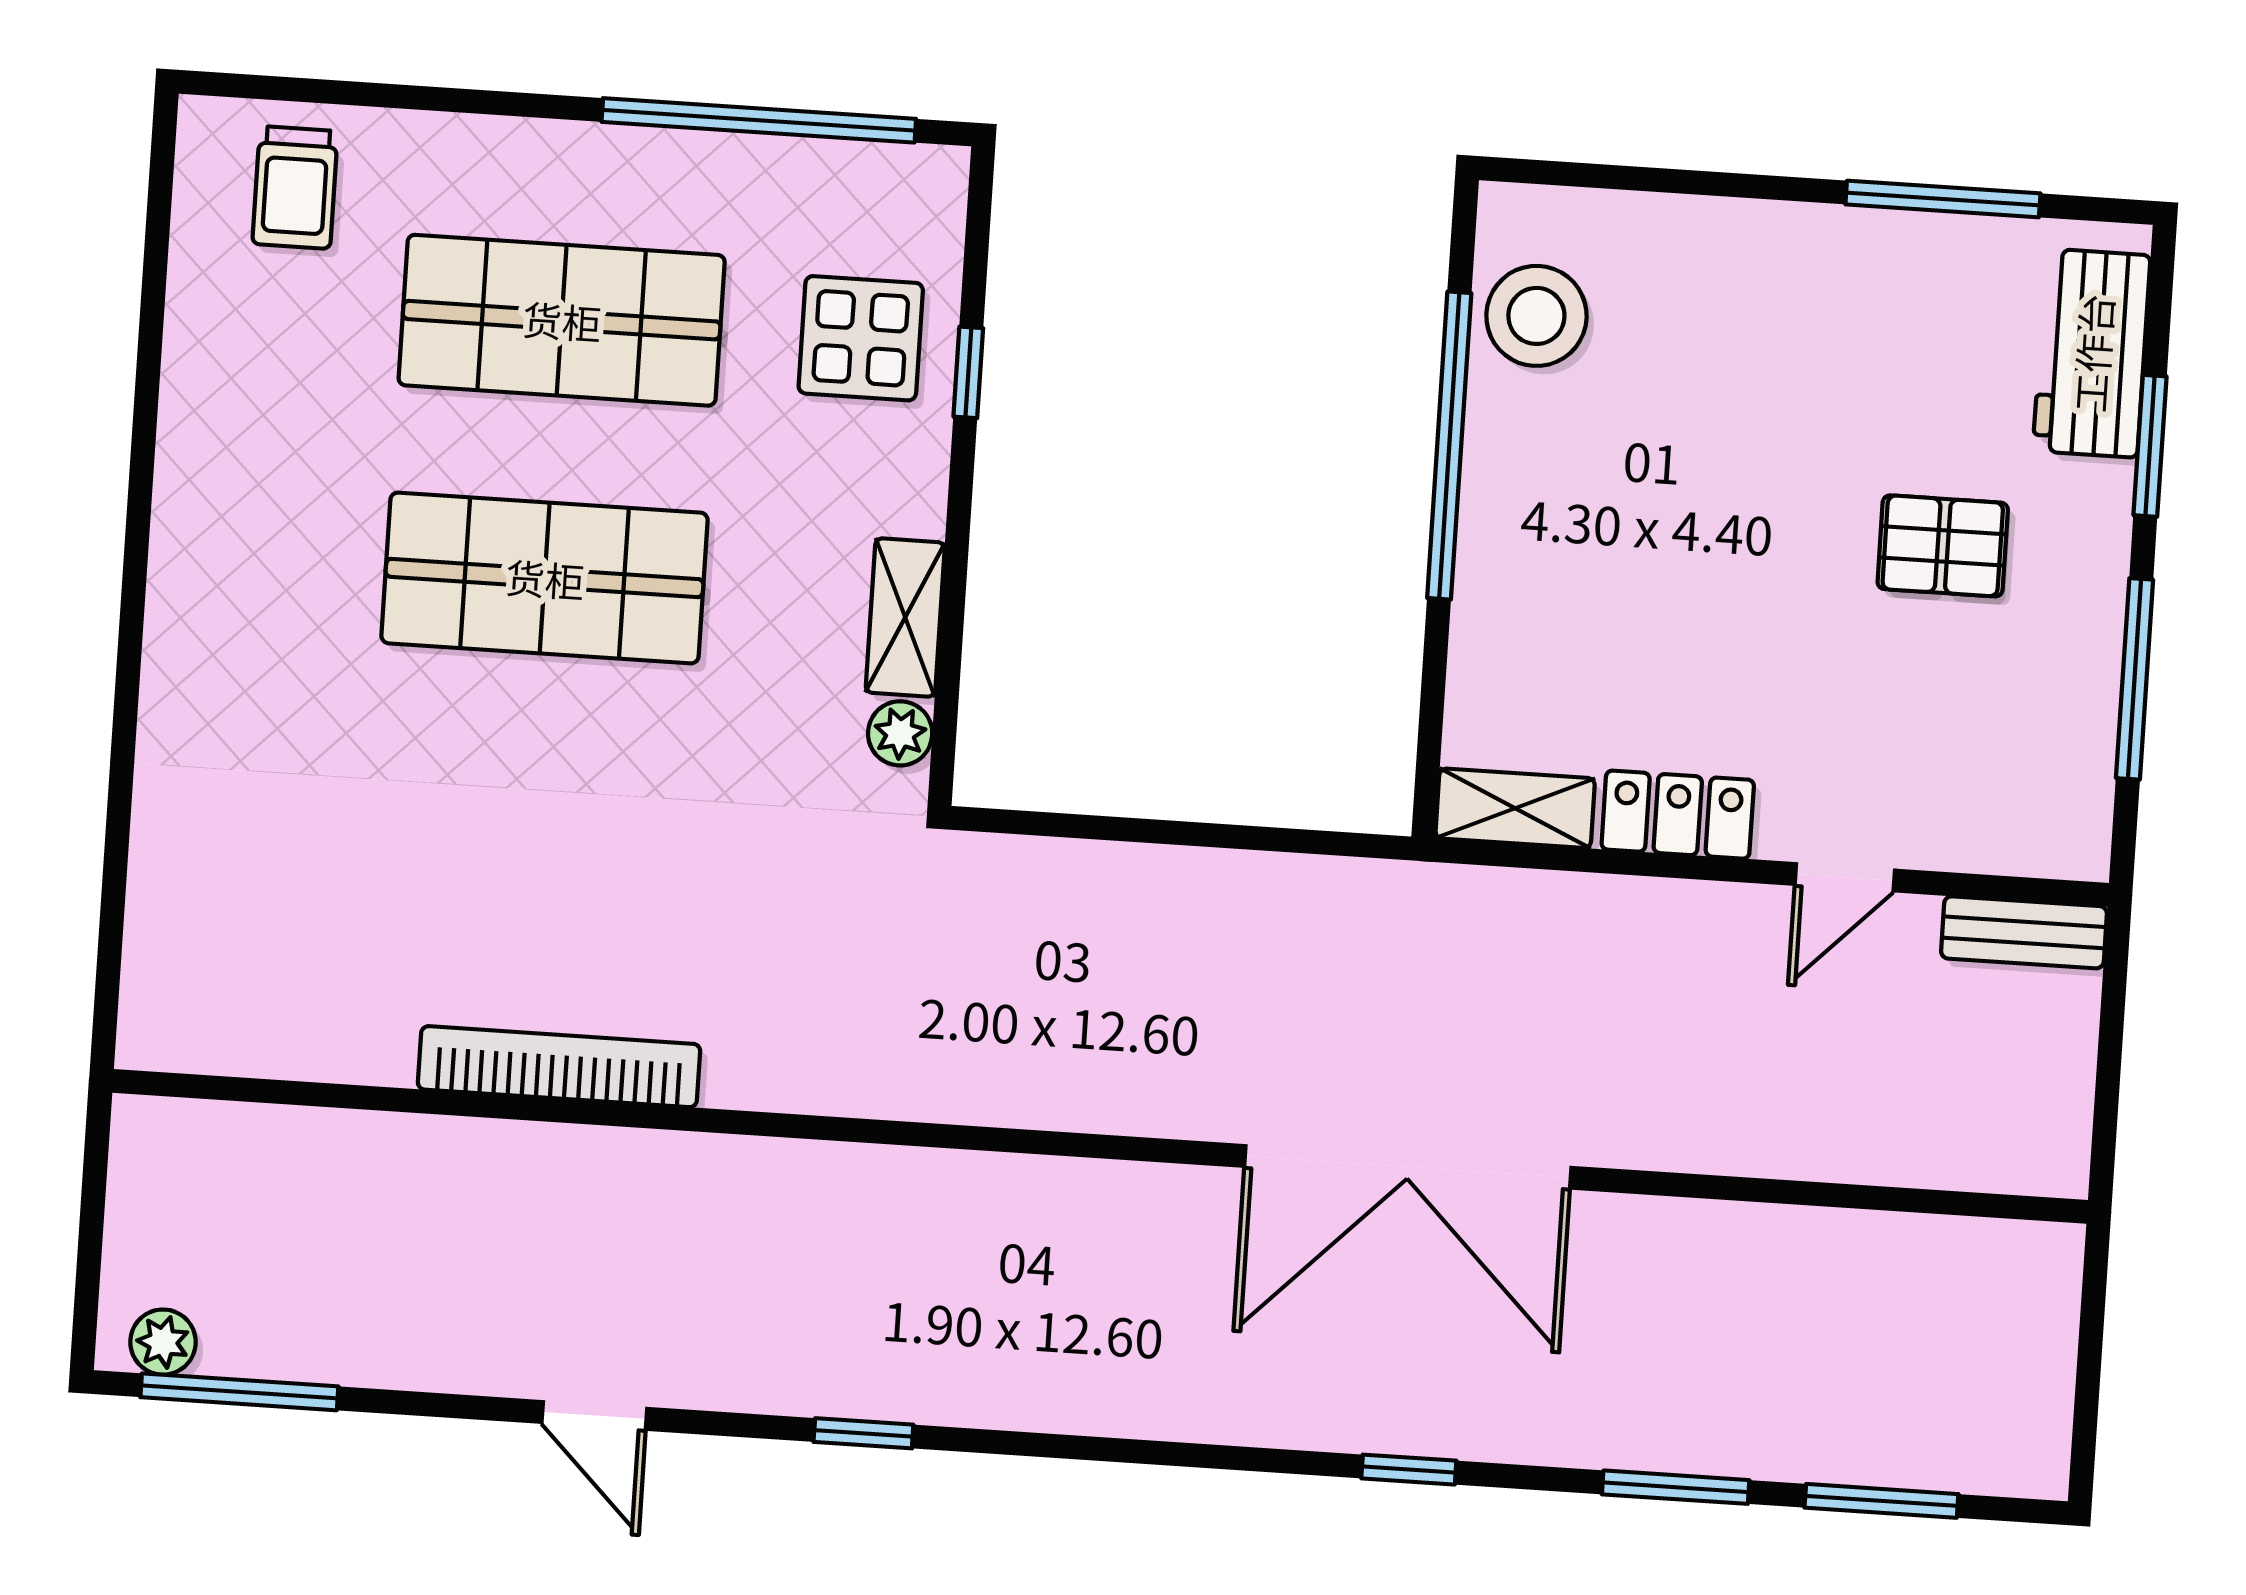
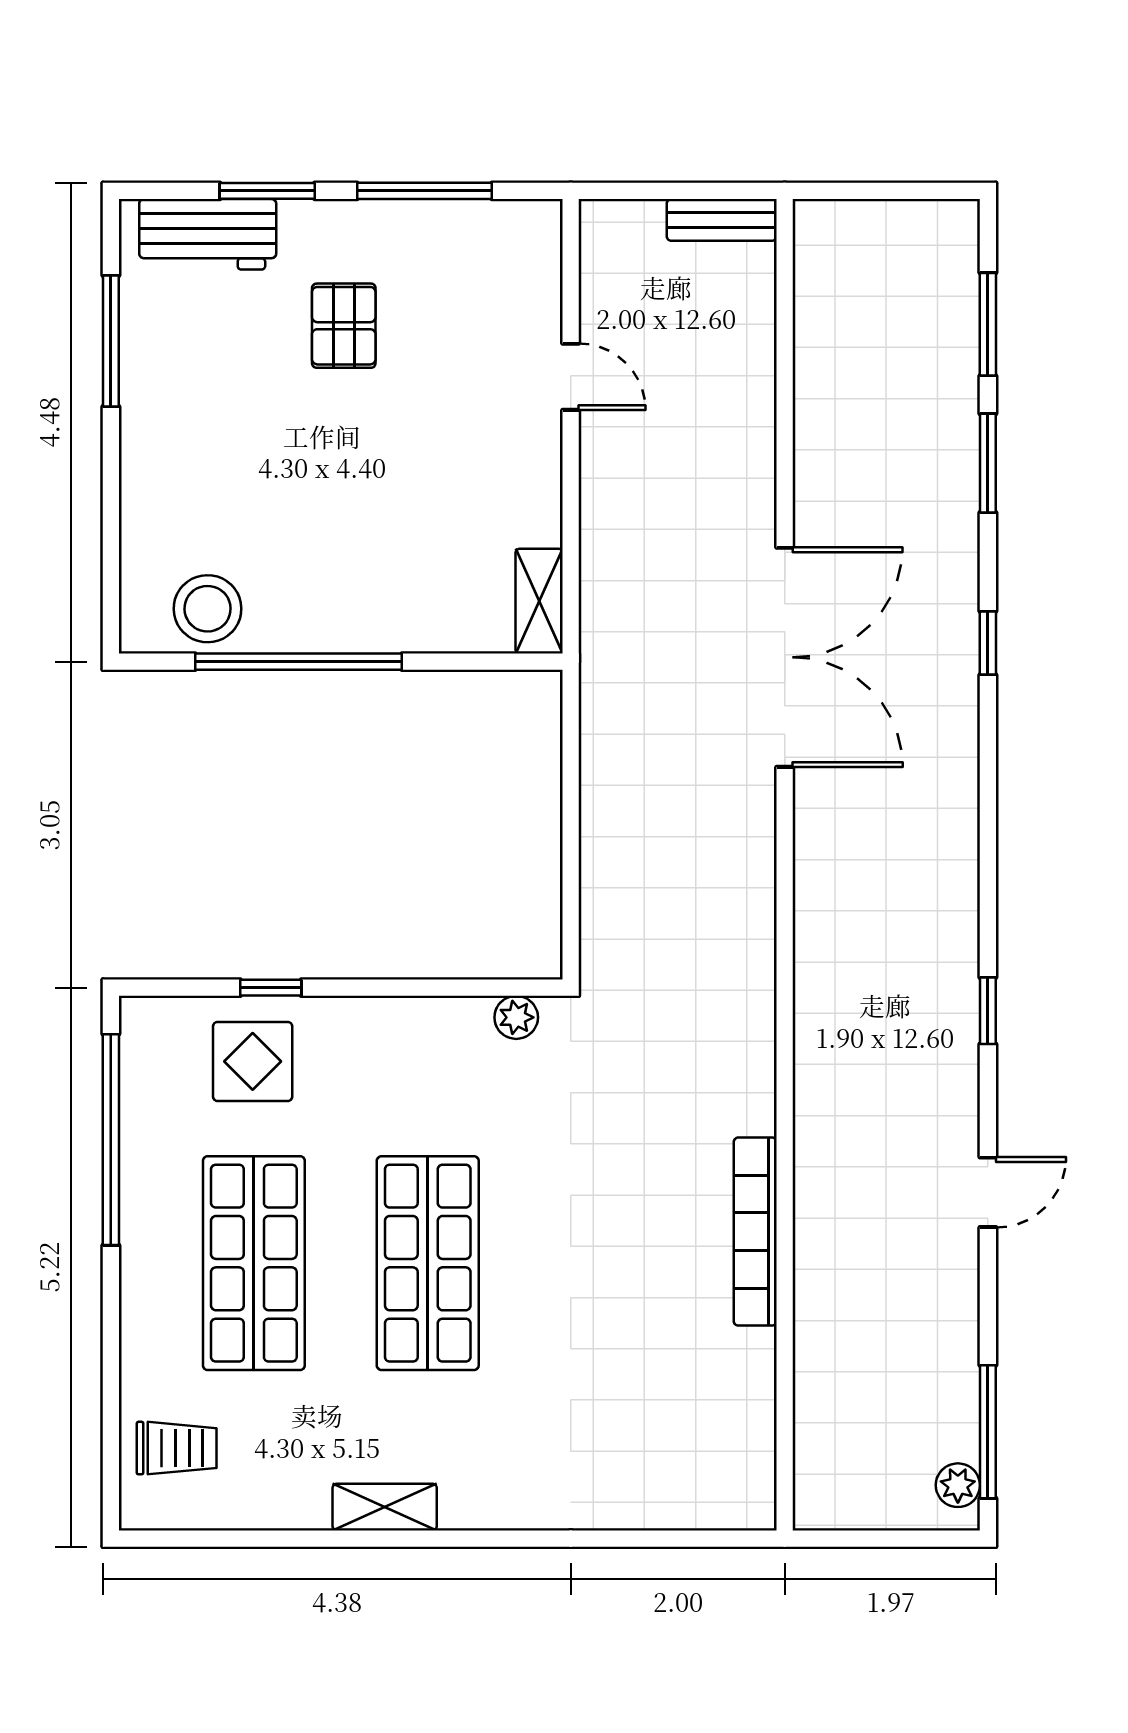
shelving: (905, 618) -> (385, 1507), moved
locker: (1678, 815) -> (536, 492), removed
bench: (2024, 932) -> (722, 220), moved, turned 90

